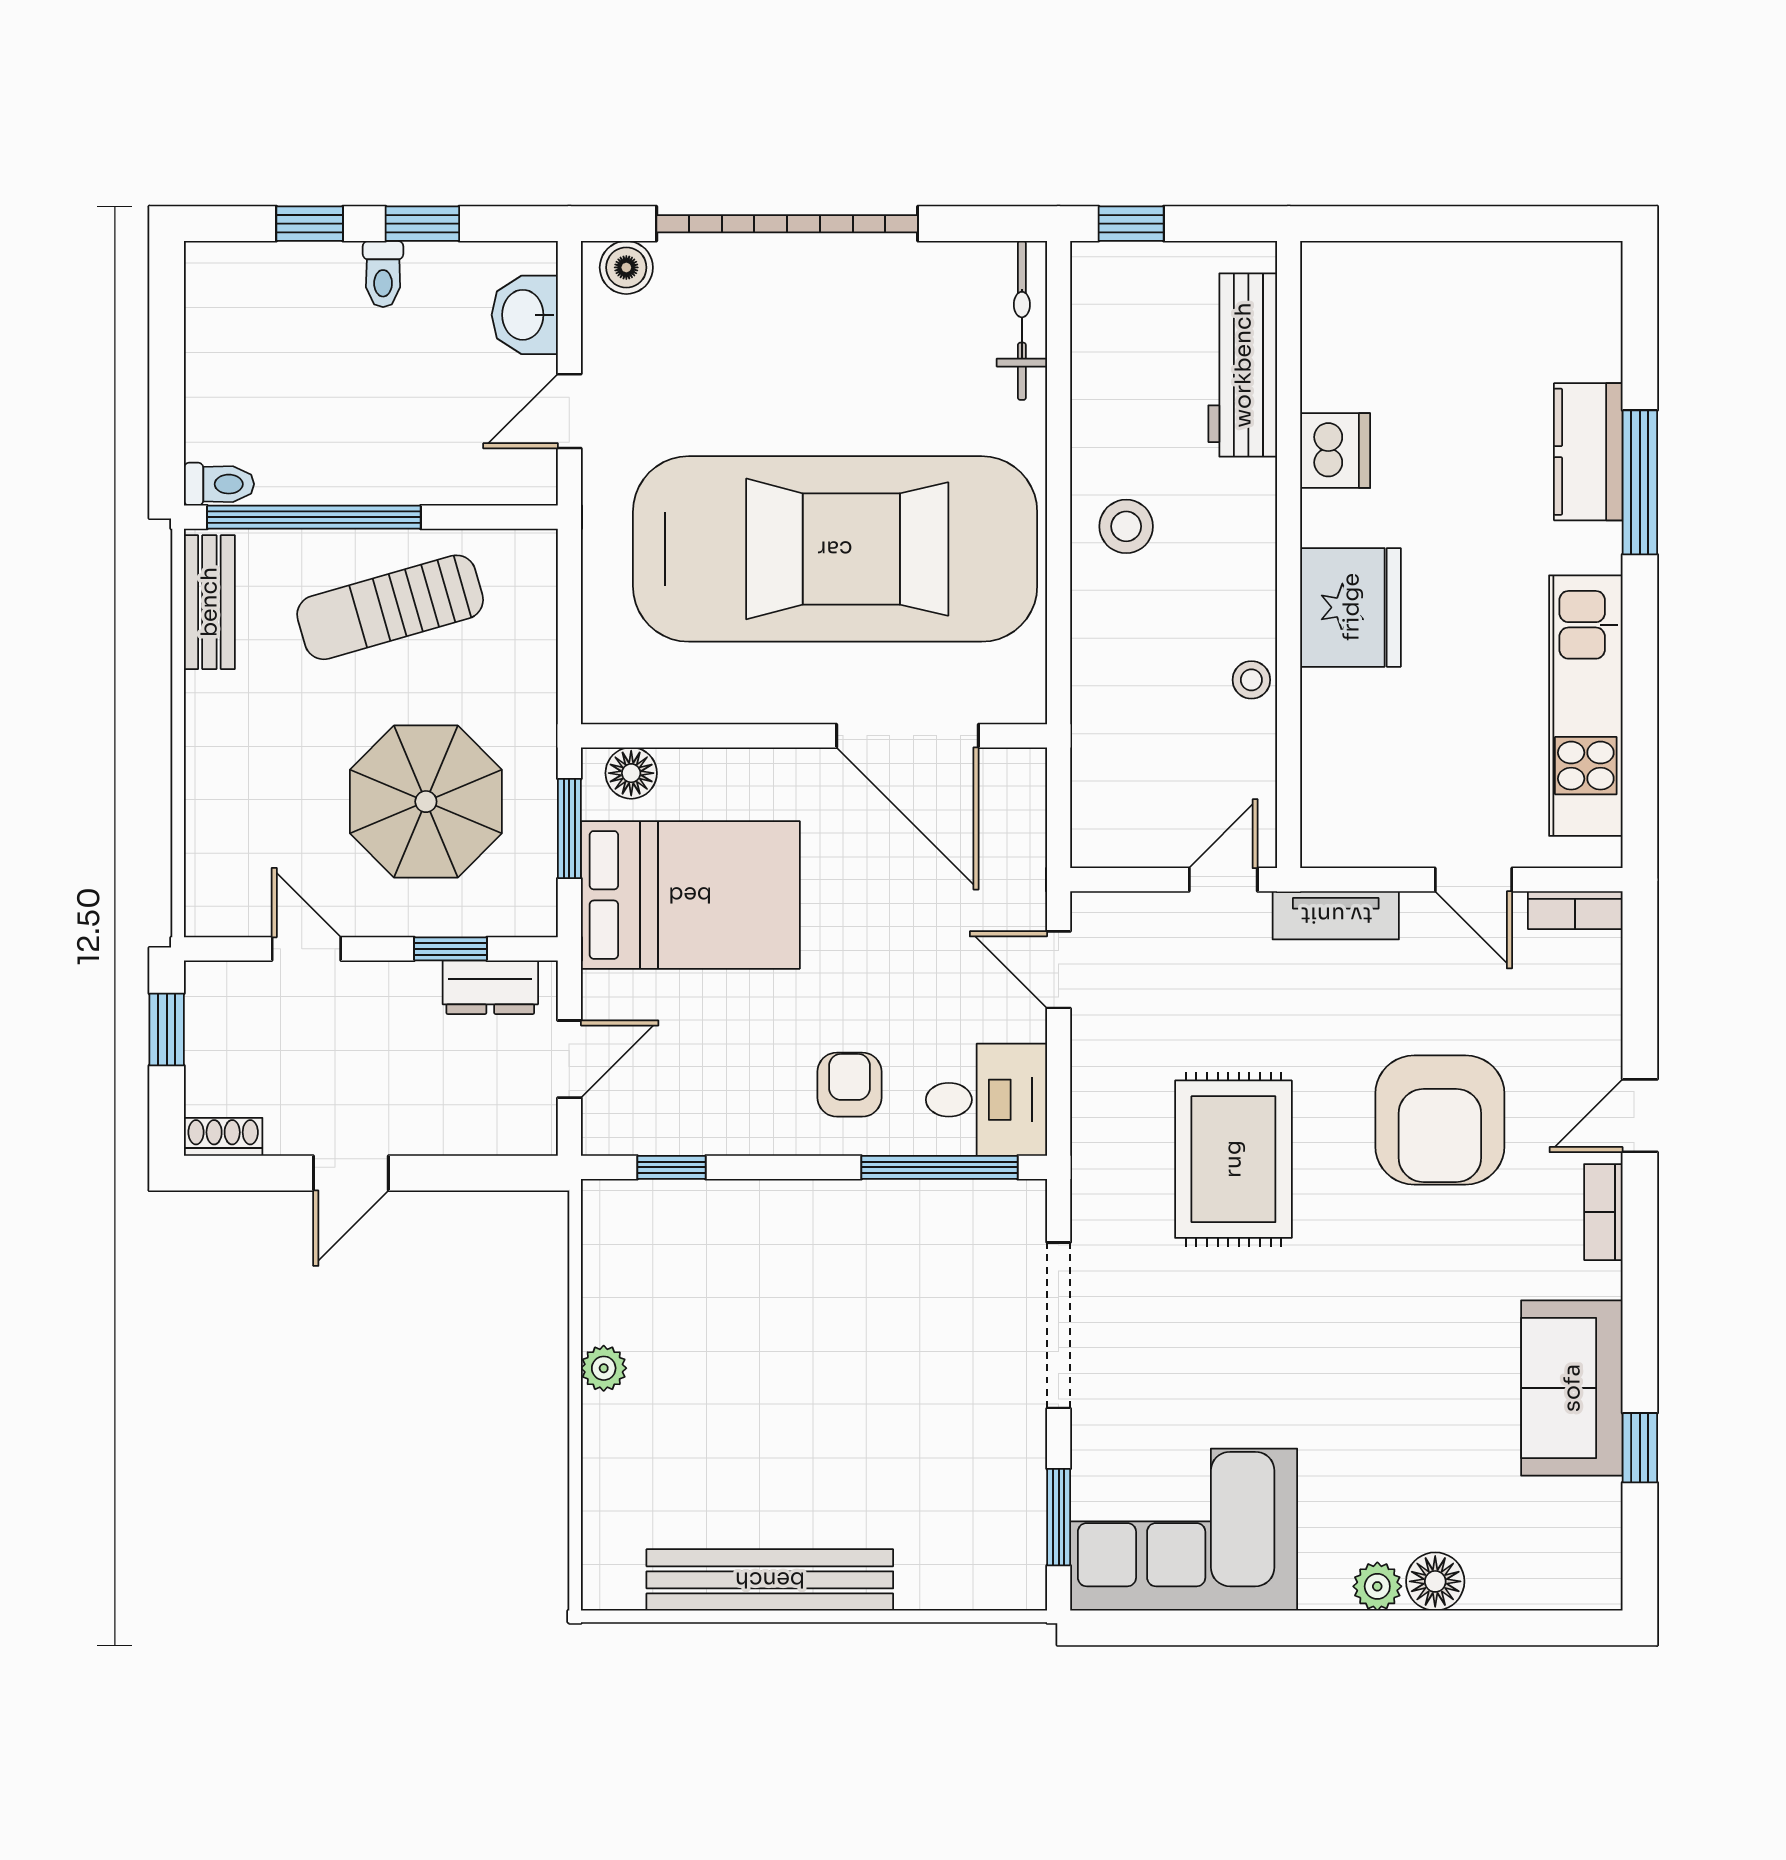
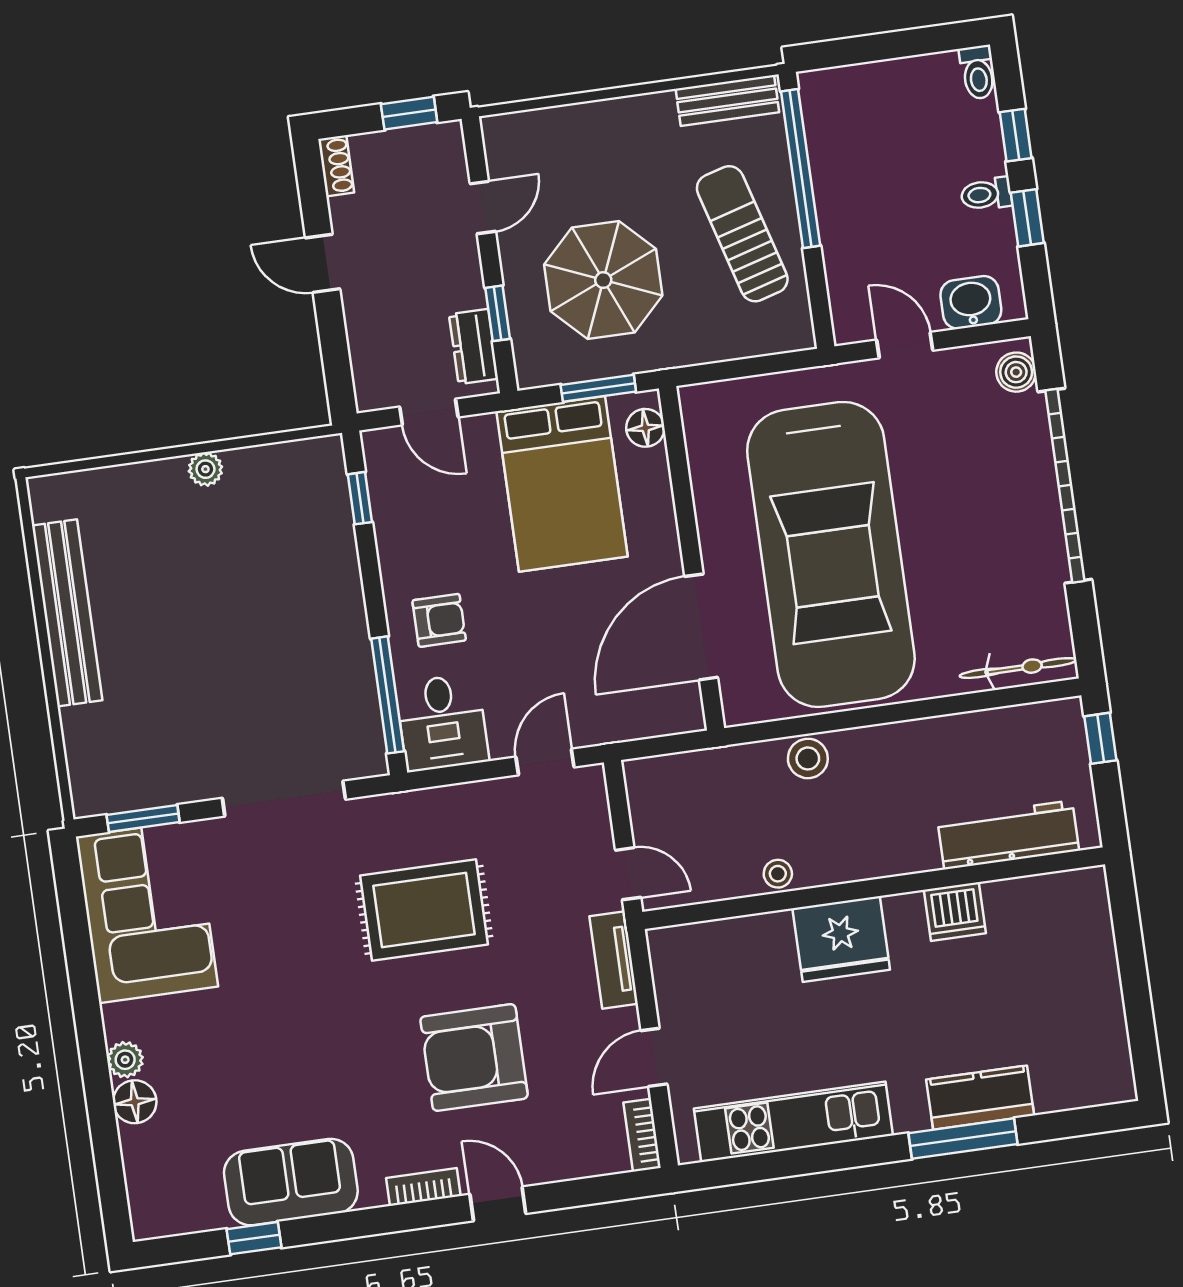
toilet: (219, 484) -> (978, 72), moved
stool: (1126, 526) -> (808, 758), moved

